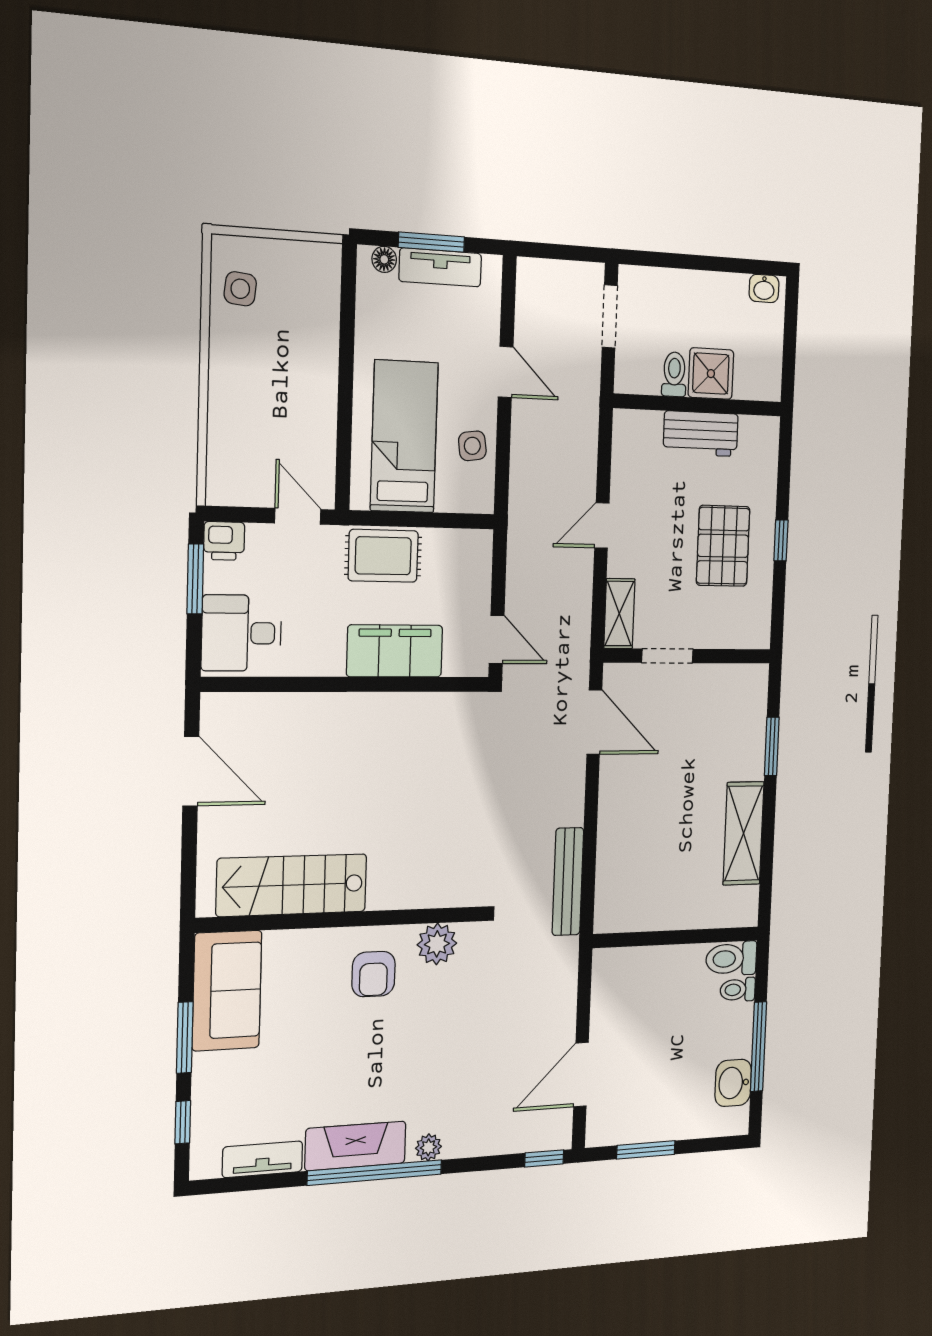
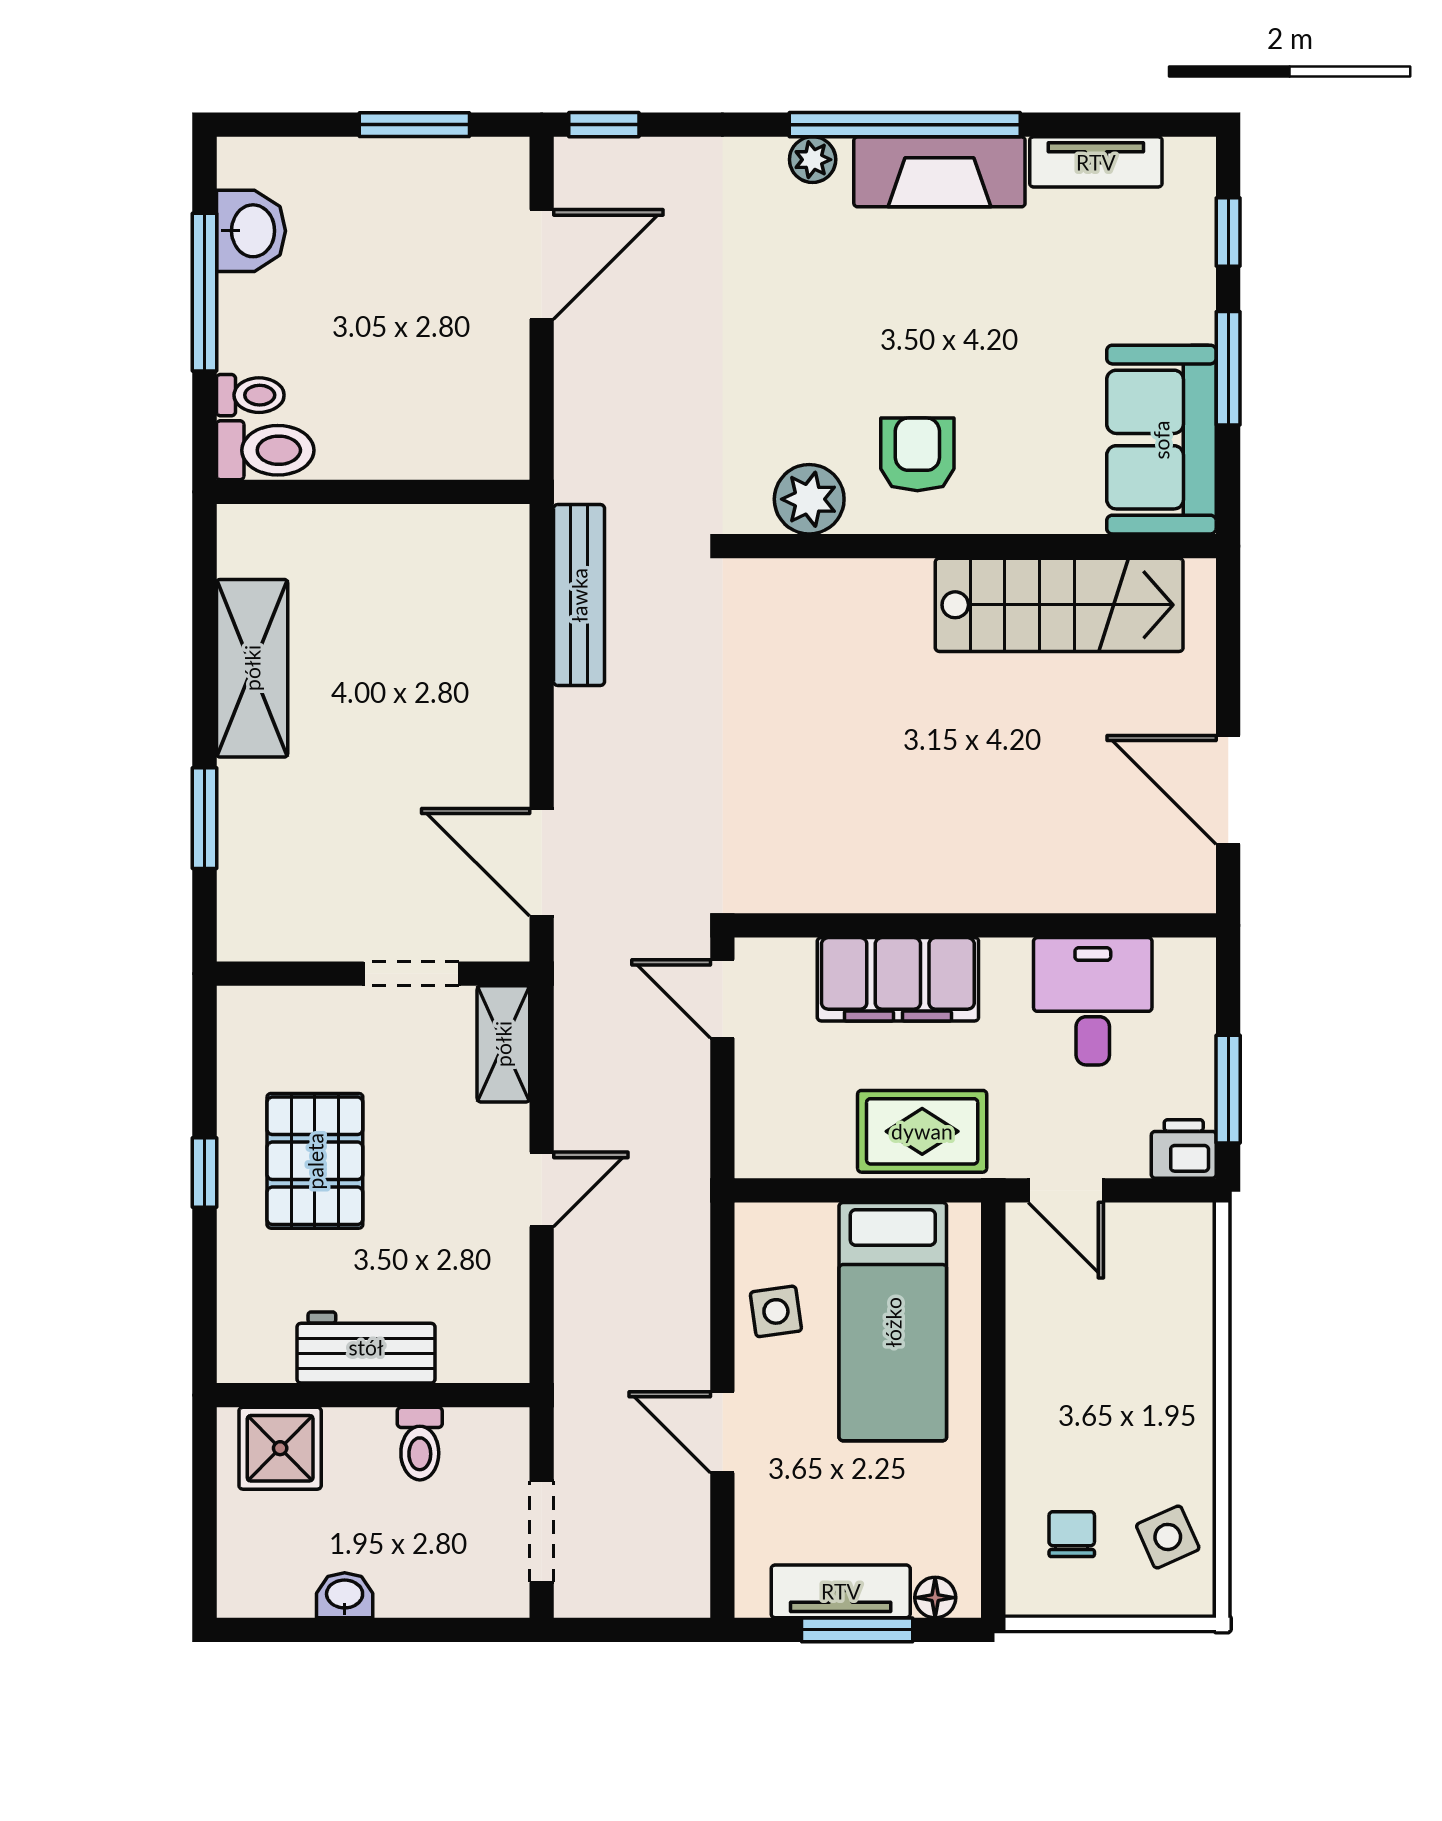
washbasin: (764, 288) -> (345, 1595), moved
side table: (240, 289) -> (1168, 1537), turned -30
chair: (300, 295) -> (1072, 1534), added
shower: (711, 374) -> (280, 1448), moved
desk: (241, 633) -> (1093, 1001), moved, turned -90

